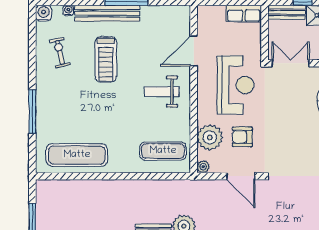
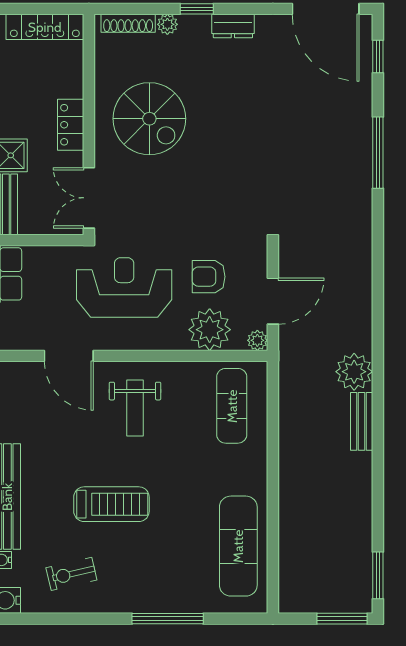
treadmill: (106, 59) -> (111, 504), moved
armchair: (242, 137) -> (209, 277), turned 90
door: (241, 176) -> (273, 301), moved

